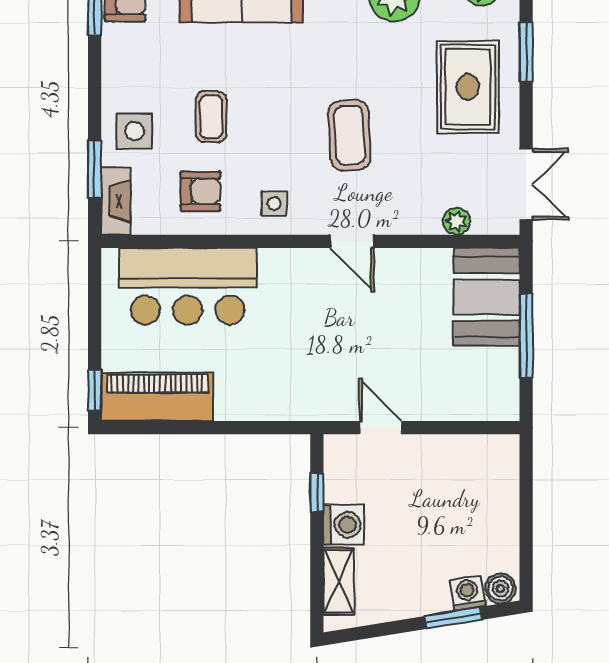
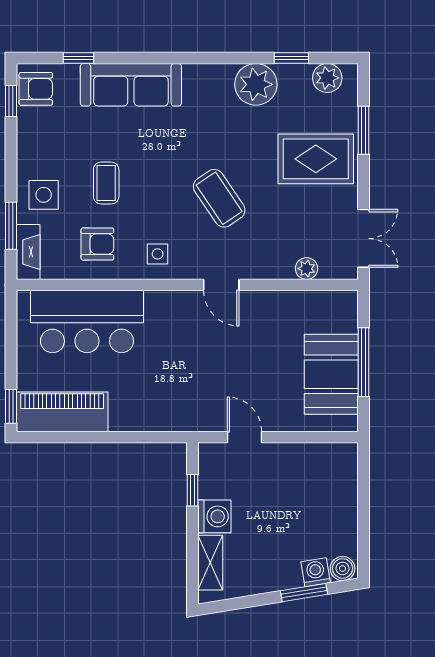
rug: (468, 87) -> (316, 159), turned 90
coffee table: (350, 135) -> (219, 198), turned -31
booth: (487, 297) -> (331, 374), moved

